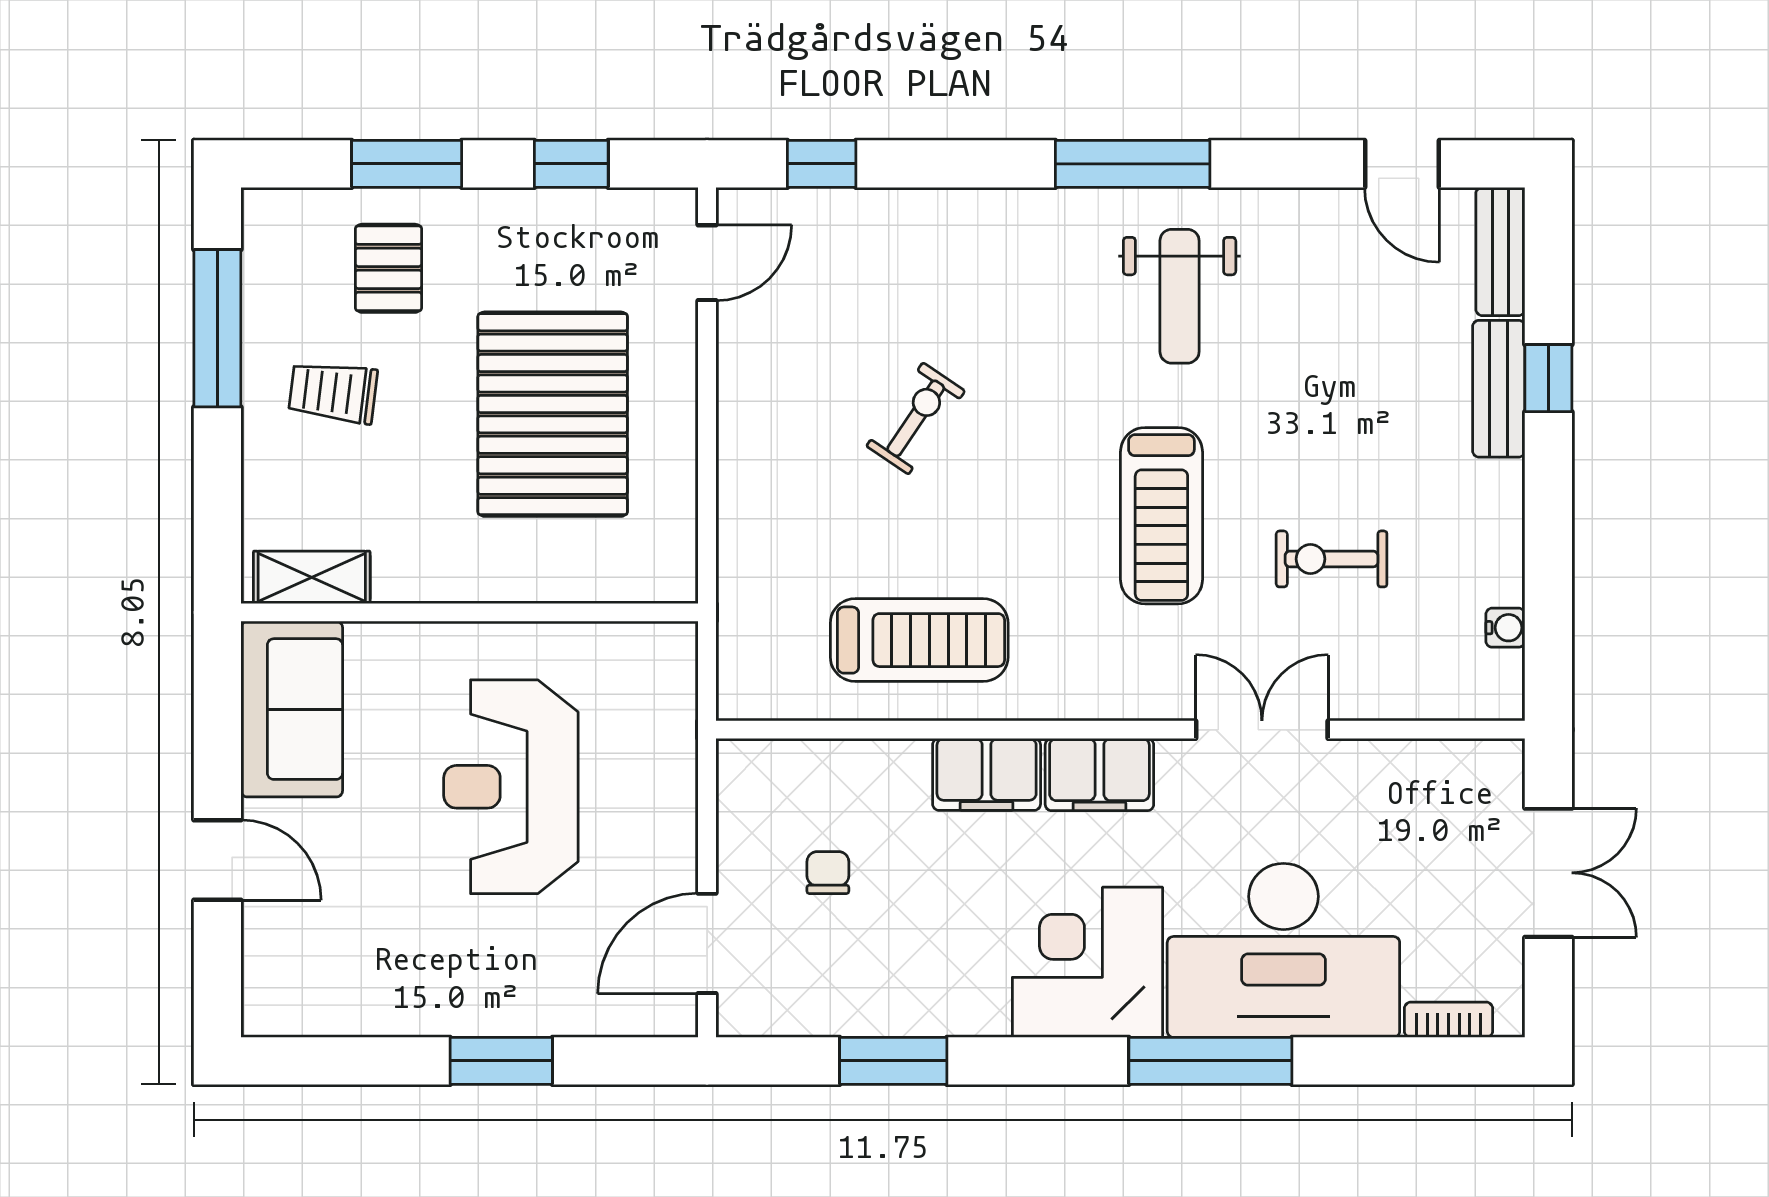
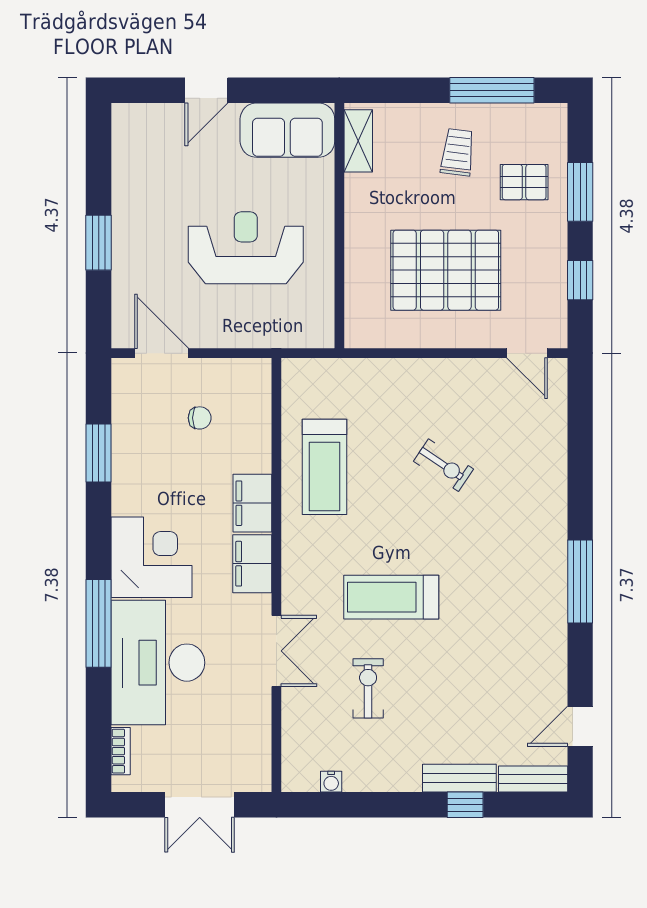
window: (822, 164) -> (580, 415), removed
weight bench: (1180, 296) -> (509, 607), removed

